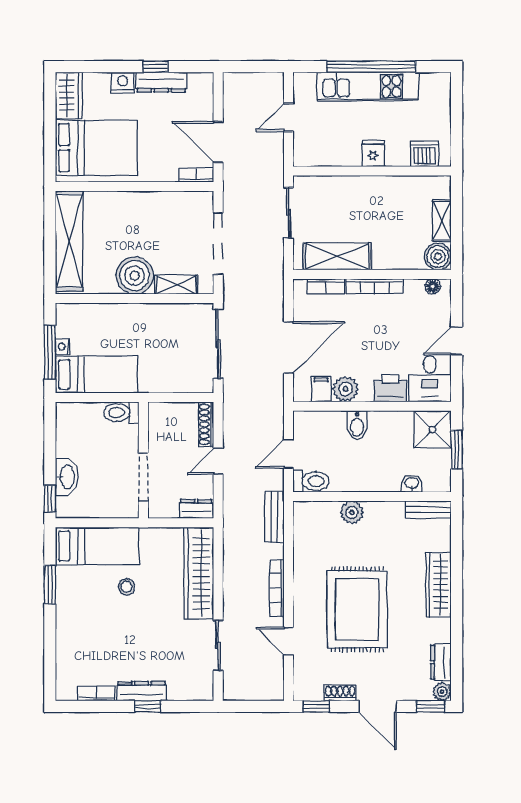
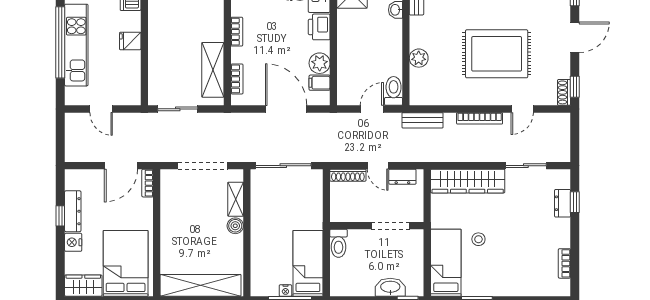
boiler: (135, 276) -> (235, 226), width x0.54, depth x0.54
bookcase: (375, 286) -> (237, 32), width x0.64
bidet: (357, 425) -> (349, 54), removed
door: (288, 454) -> (372, 109), swing flipped
dresser: (196, 509) -> (402, 177), moved, turned -90
dresser: (141, 691) -> (563, 203), moved, width x0.70
shoe rack: (340, 693) -> (564, 92), moved
window: (148, 706) -> (575, 202), moved

